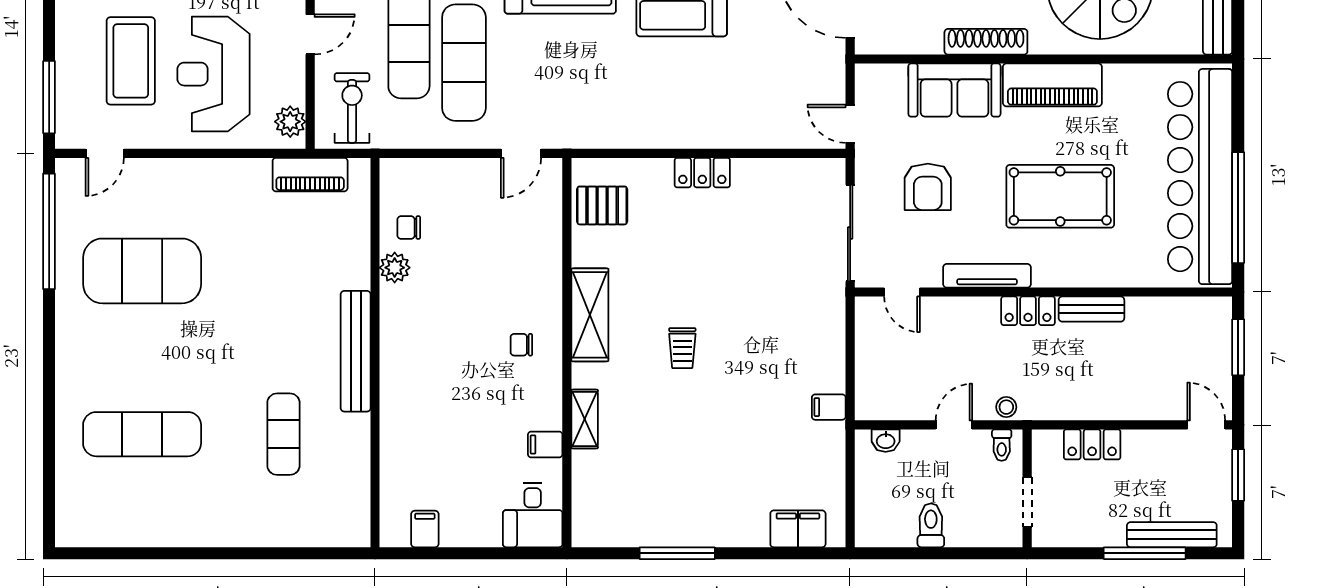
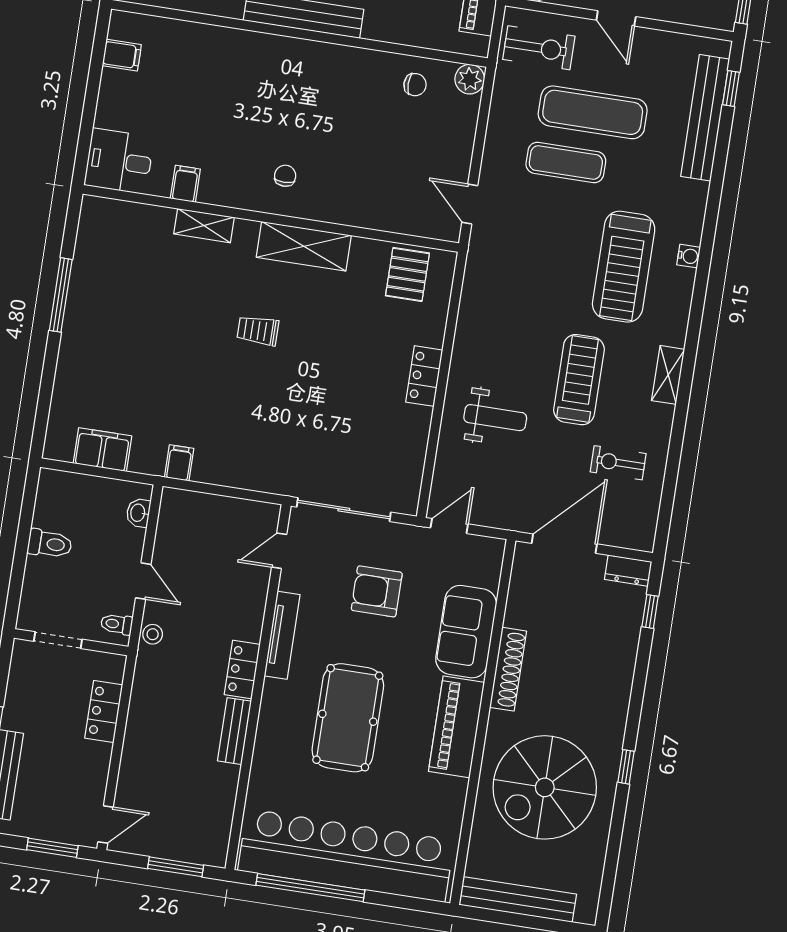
exercise mat: (464, 63) -> (566, 163), width x0.73, depth x0.69
weight bench: (733, 94) -> (495, 418), added
chair: (409, 227) -> (415, 85), turned 90
plant: (395, 268) -> (470, 79), moved
filing cabinet: (798, 529) -> (102, 450), moved, turned -90

